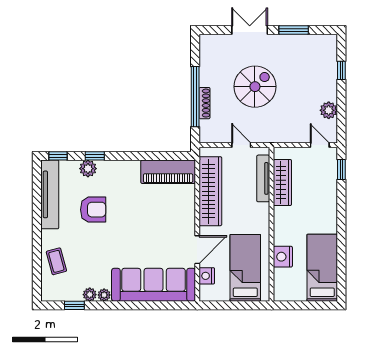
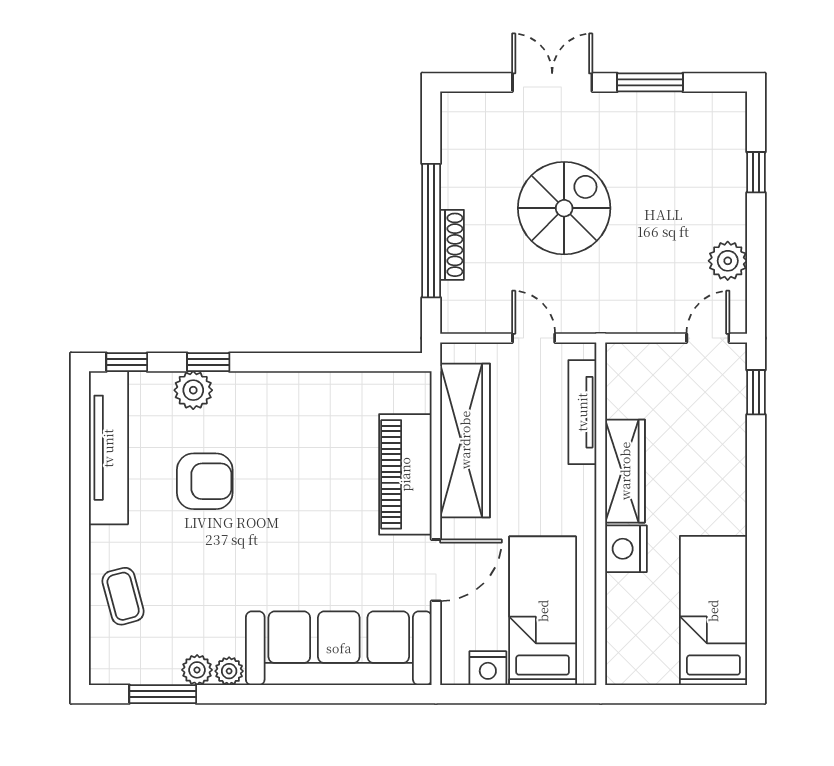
door: (320, 145) -> (708, 338), hinge flipped
piano: (168, 172) -> (405, 474), moved, turned 90
wardrobe: (282, 182) -> (625, 471), moved
nightstand: (283, 257) -> (626, 549), moved
nightstand: (207, 276) -> (488, 668), moved, turned -90
window: (74, 305) -> (163, 694), width x1.50

